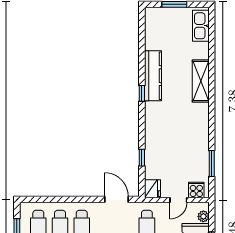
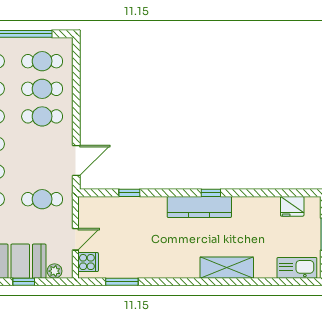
kitchen counter: (153, 76) -> (199, 207), moved
fridge: (152, 189) -> (292, 206), moved
door: (178, 200) -> (75, 239), swing flipped

